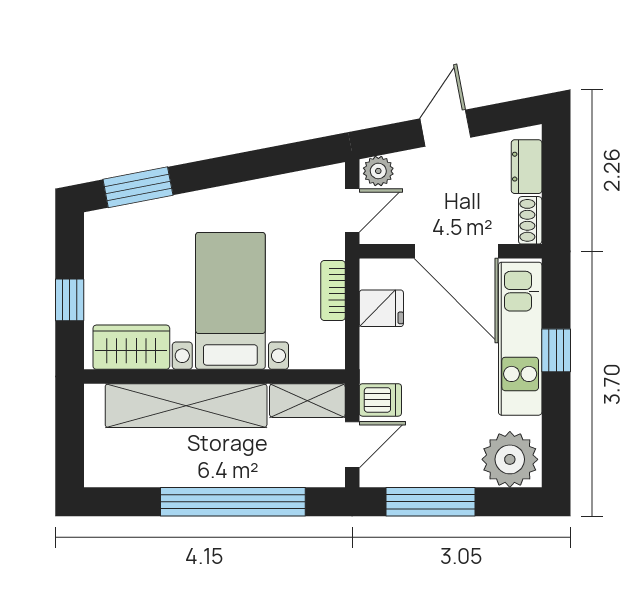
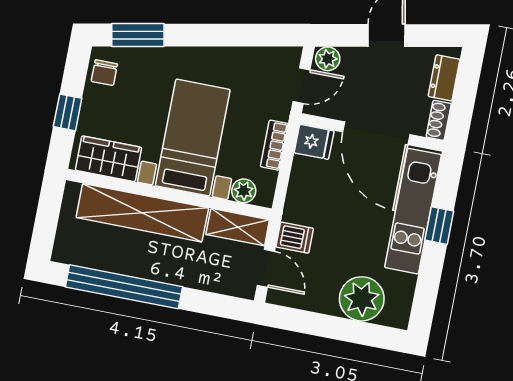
chair: (105, 242) -> (104, 73), added
fridge: (381, 308) -> (314, 142), moved
plant: (306, 354) -> (244, 191), added
door: (352, 445) -> (266, 268), hinge flipped
plant: (510, 459) -> (362, 299), moved
window: (233, 502) -> (124, 287), moved
window: (430, 502) -> (318, 325), removed

